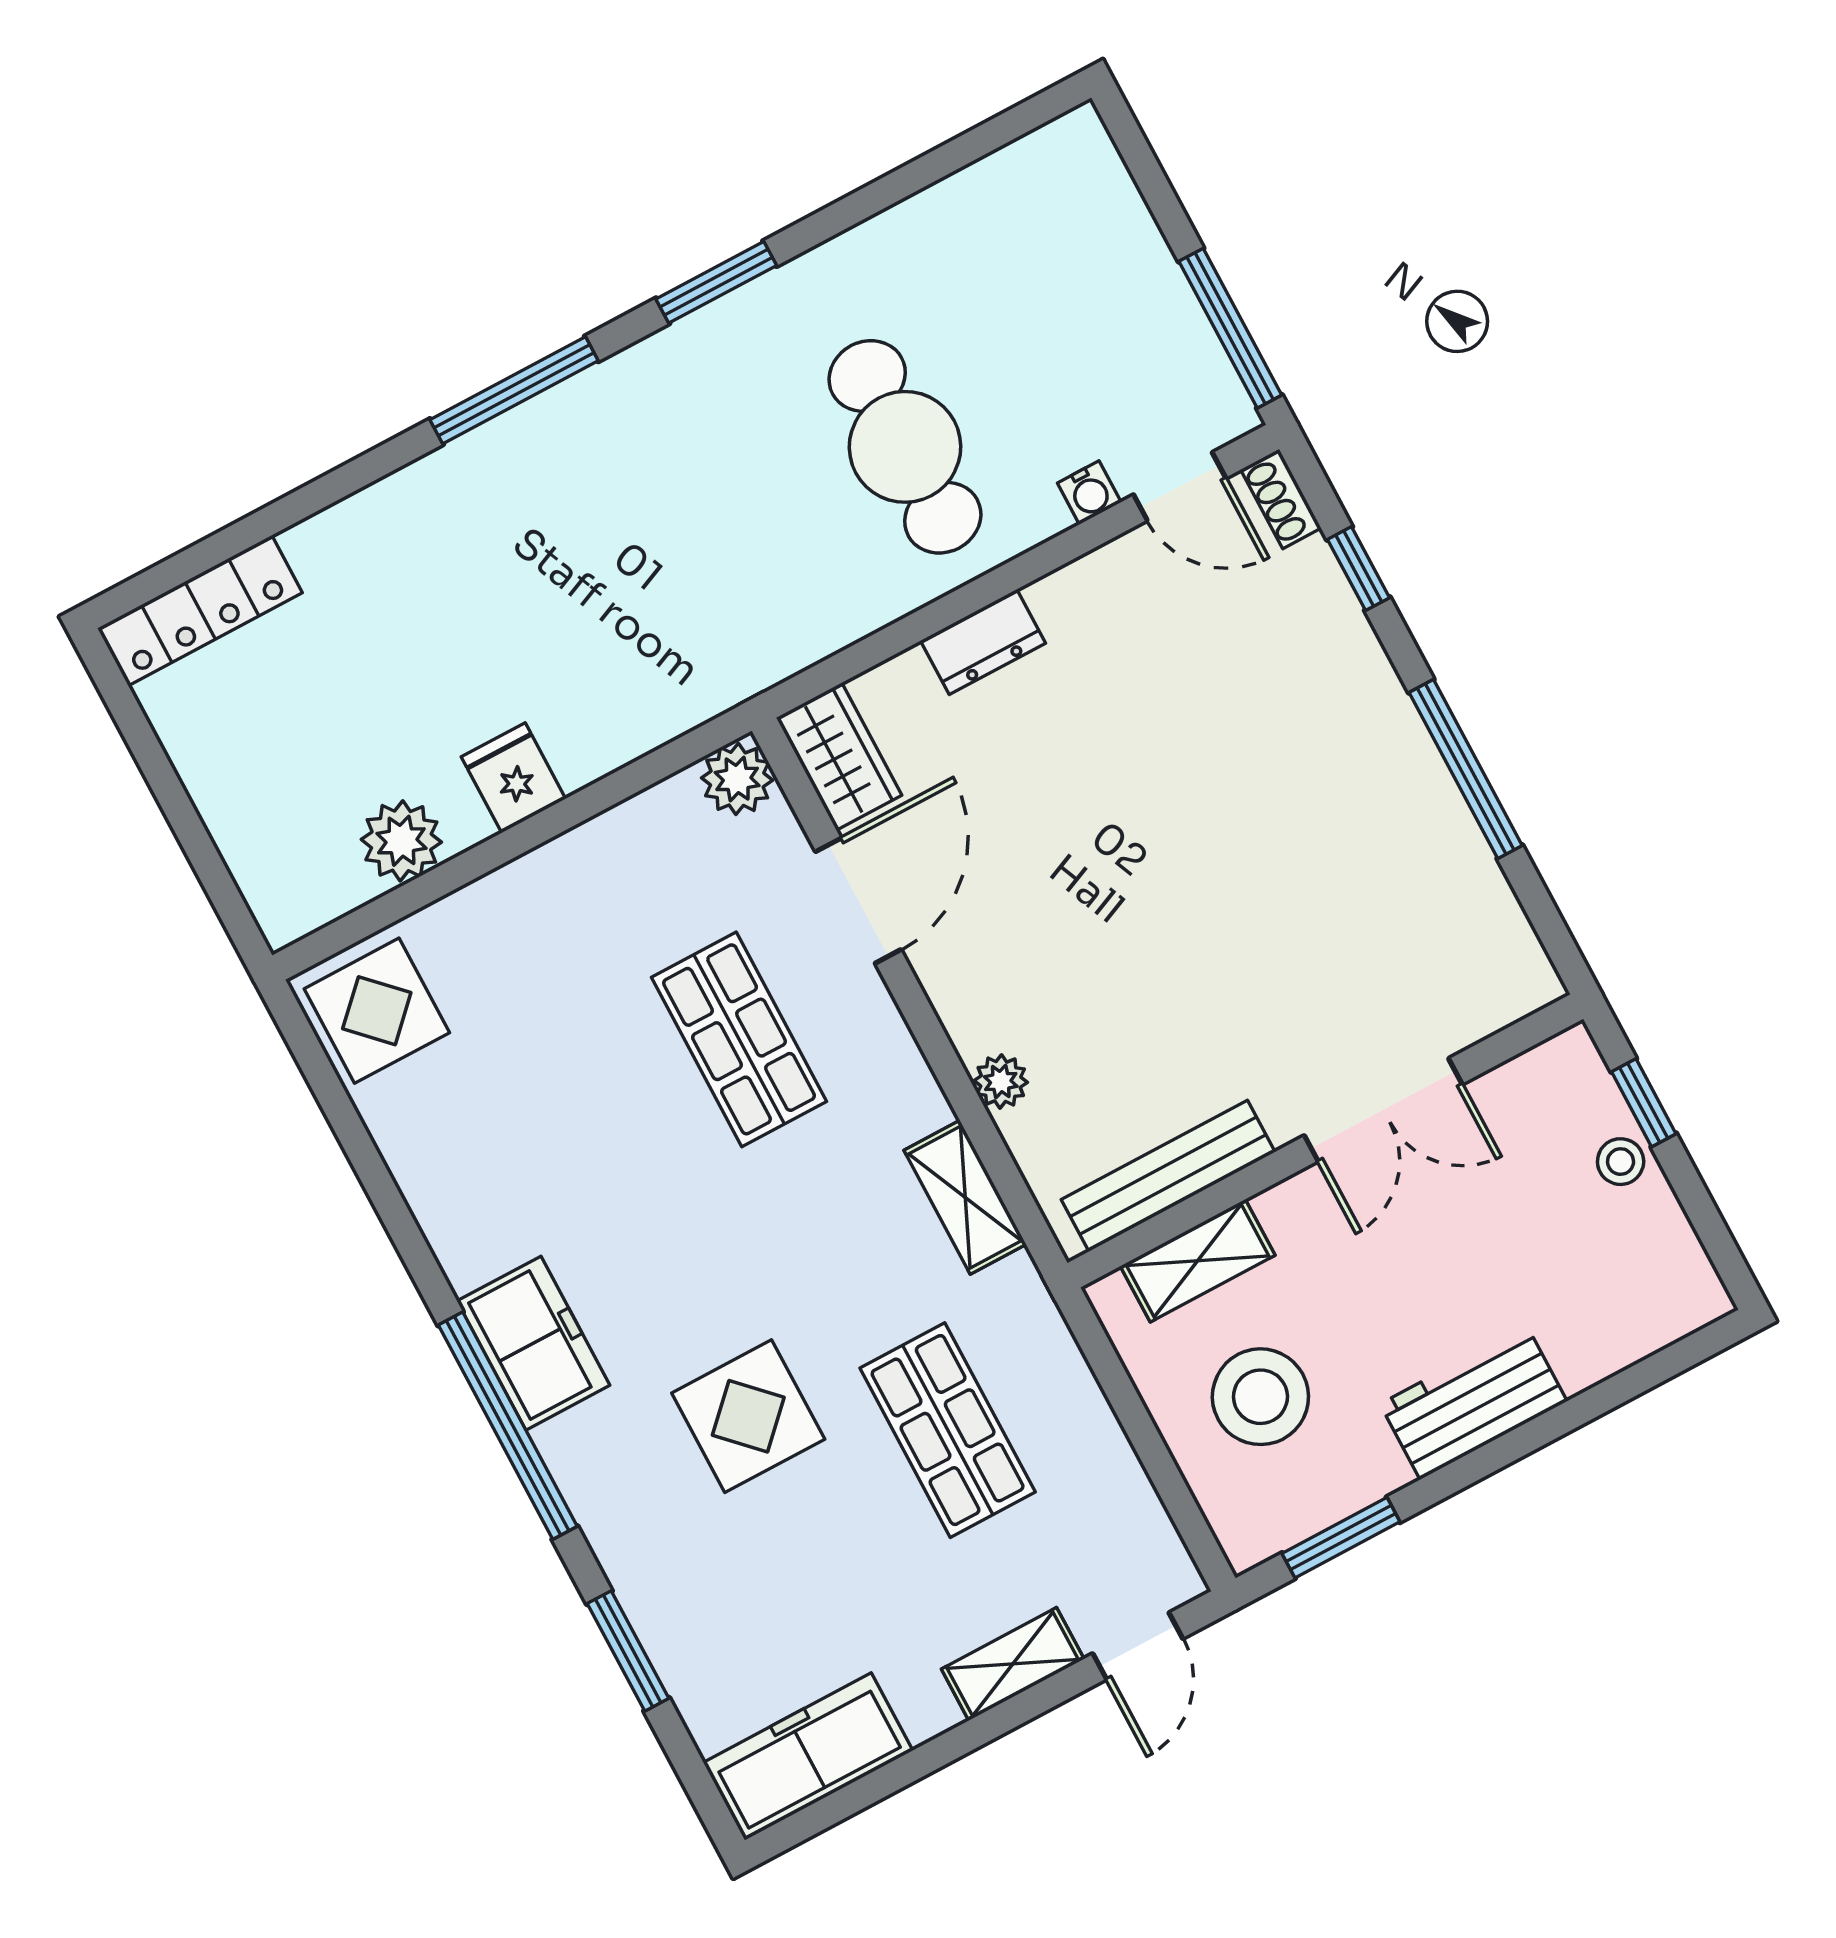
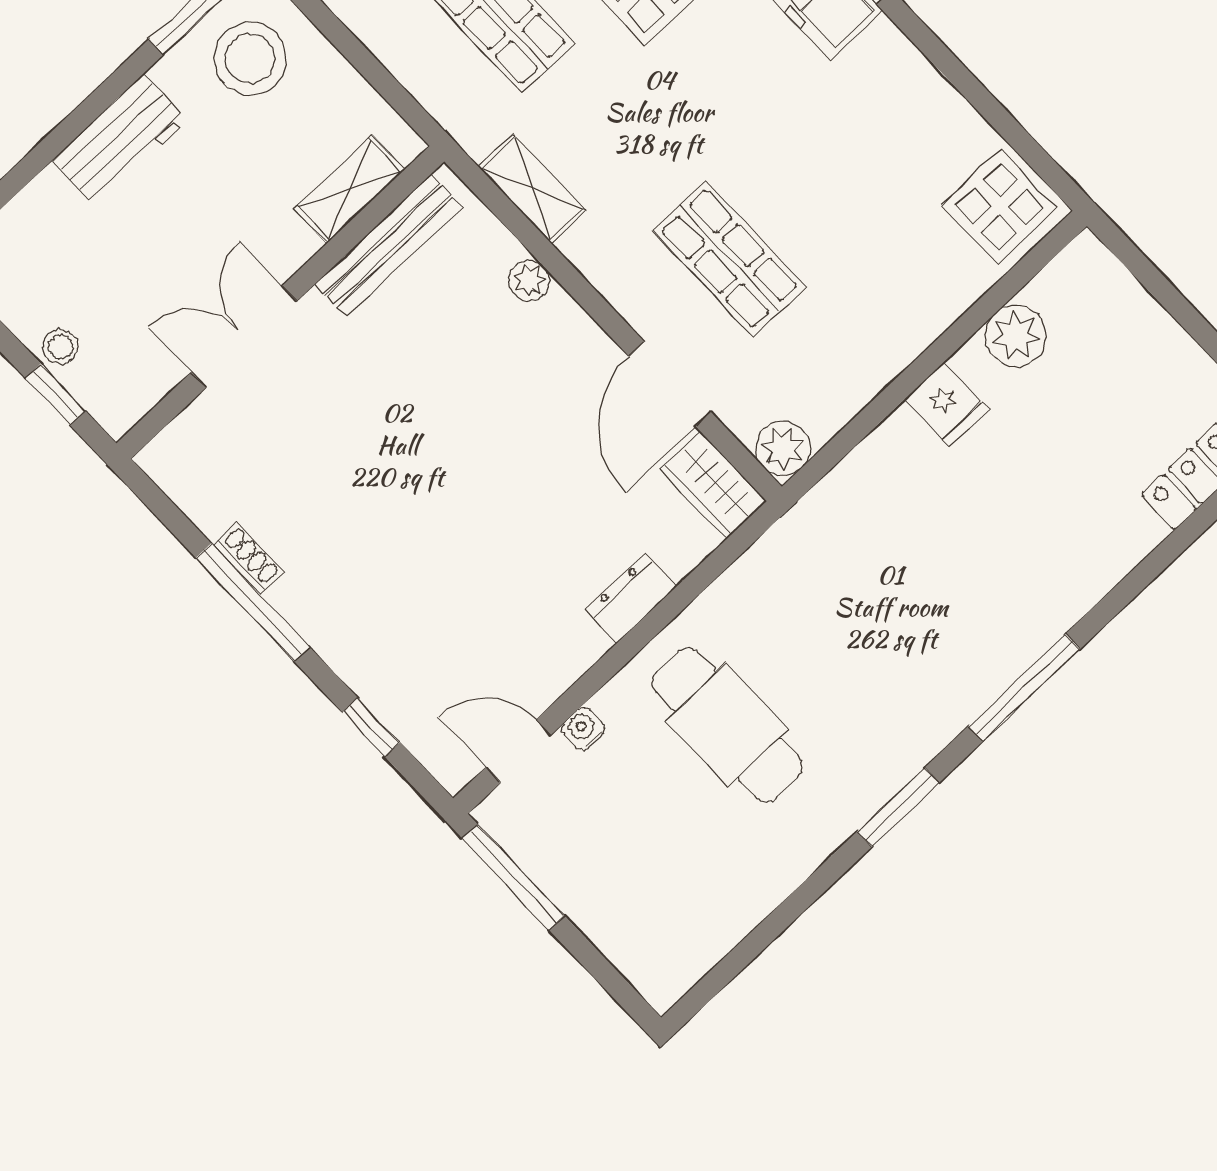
shoe rack: (1281, 499) -> (248, 559), moved
stool: (1260, 1397) -> (250, 59), moved

